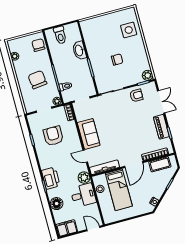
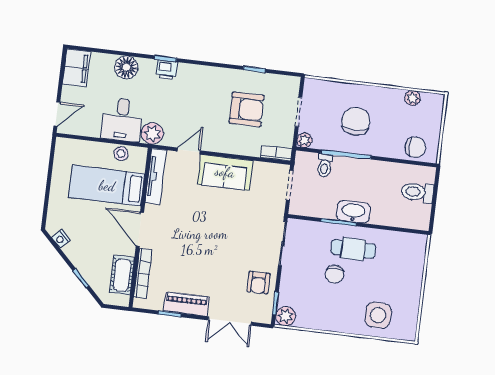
washbasin: (79, 50) -> (353, 212), moved
cafe table: (101, 55) -> (353, 249), added
chair: (37, 80) -> (356, 121), turned -83
printer: (51, 178) -> (167, 70), width x0.53, depth x0.68

